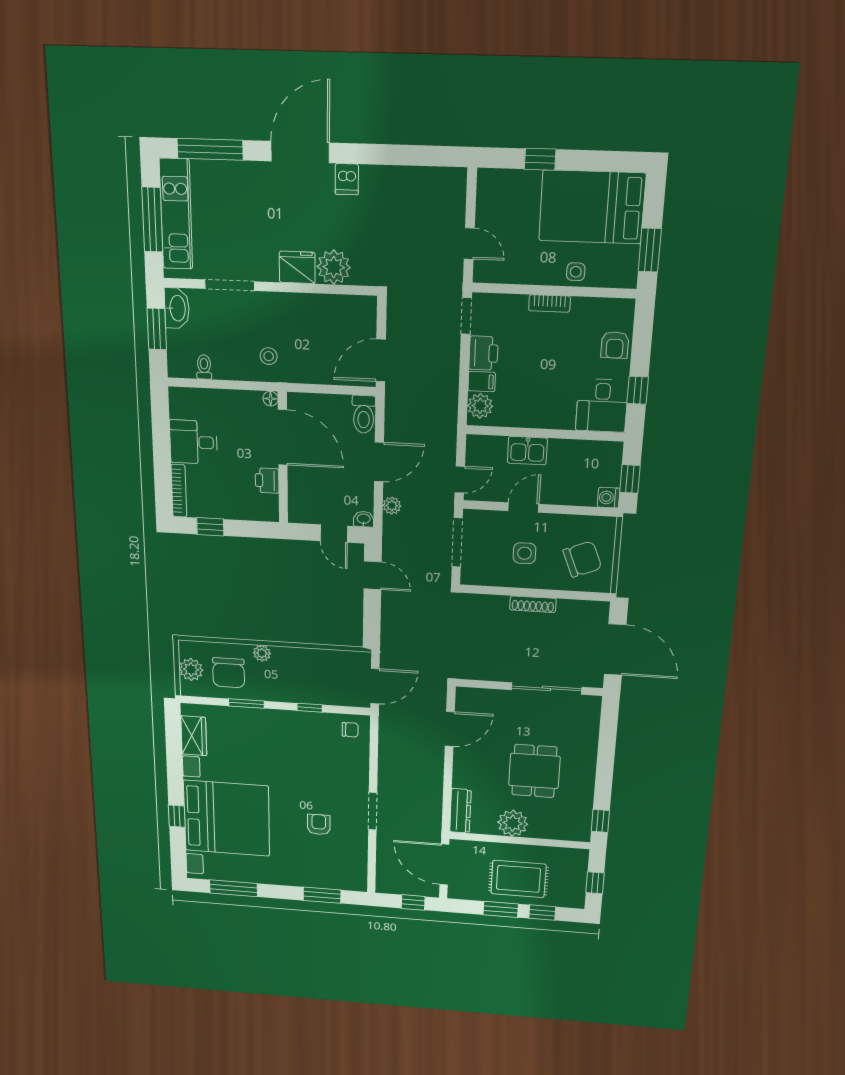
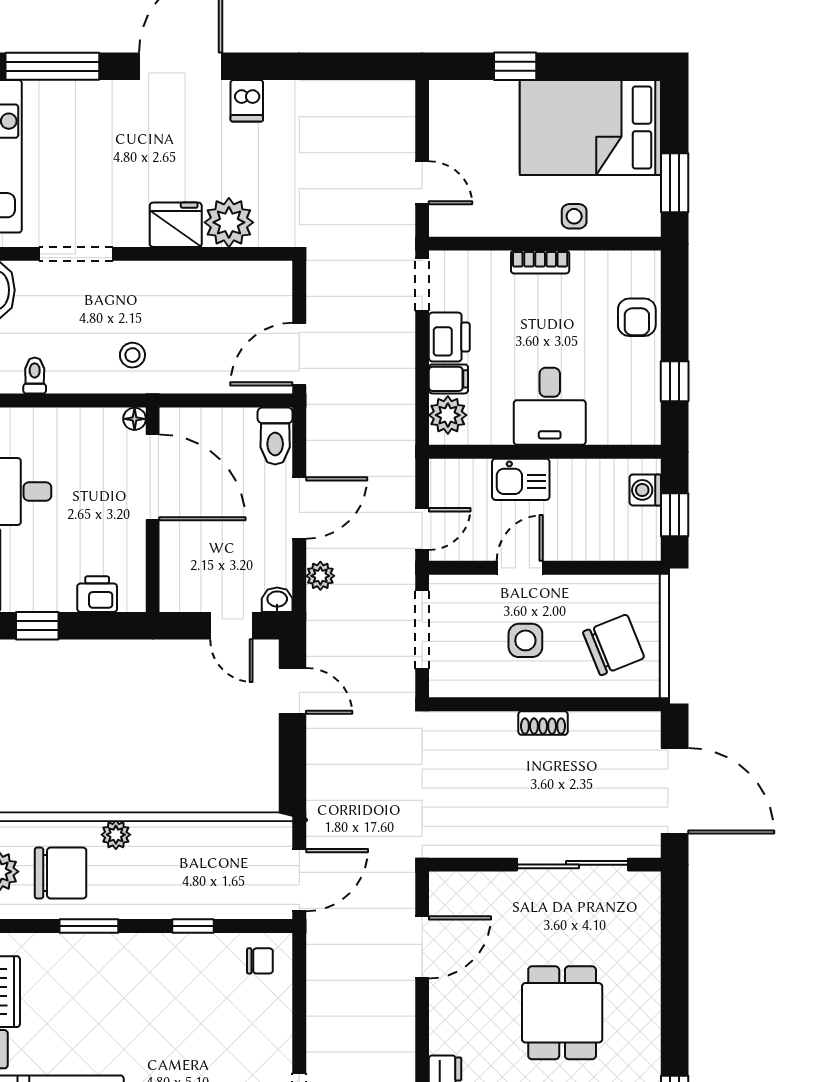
desk: (602, 406) -> (550, 406), moved
printer: (267, 481) -> (97, 594), moved, turned 90
washing machine: (608, 498) -> (645, 490), moved
shoe rack: (533, 604) -> (543, 723), width x0.70
chair: (229, 673) -> (61, 873), turned -90

